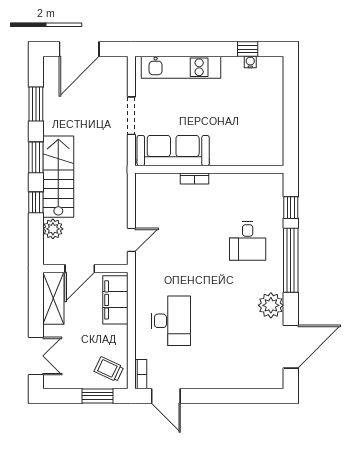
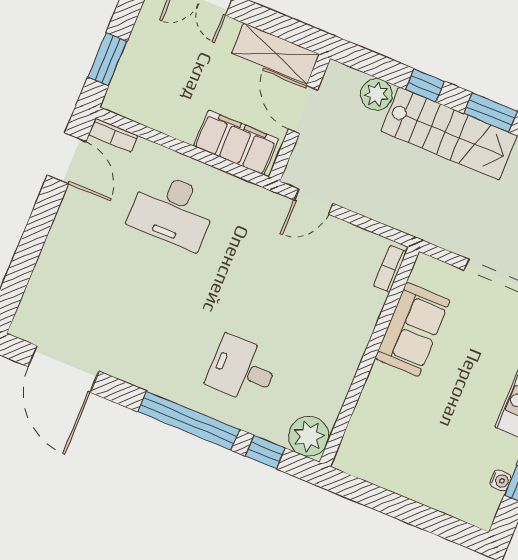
sofa: (173, 151) -> (412, 329), width x0.73
bookcase: (195, 179) -> (390, 269), moved
door: (131, 240) -> (314, 202), hinge flipped
plant: (271, 305) -> (309, 436), moved
trolley: (109, 369) -> (139, 92), removed
door: (166, 396) -> (67, 158), swing flipped

